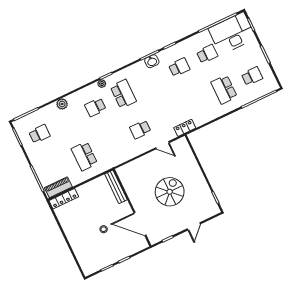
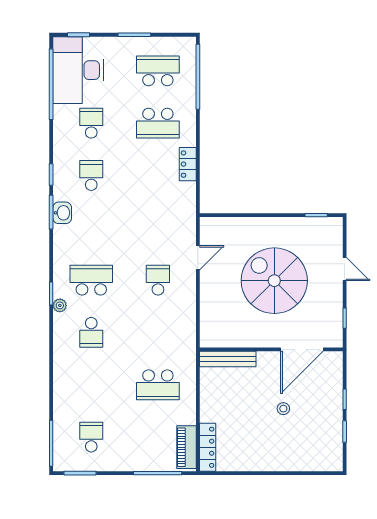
school desk: (252, 76) -> (158, 71), width x1.85
plant: (62, 104) -> (62, 381), removed
locker: (185, 128) -> (188, 164), moved
school desk: (140, 129) -> (158, 280), turned 180
spiral stairs: (170, 192) -> (274, 281), width x1.37, depth x1.37

